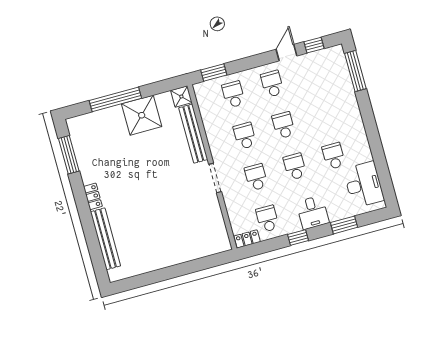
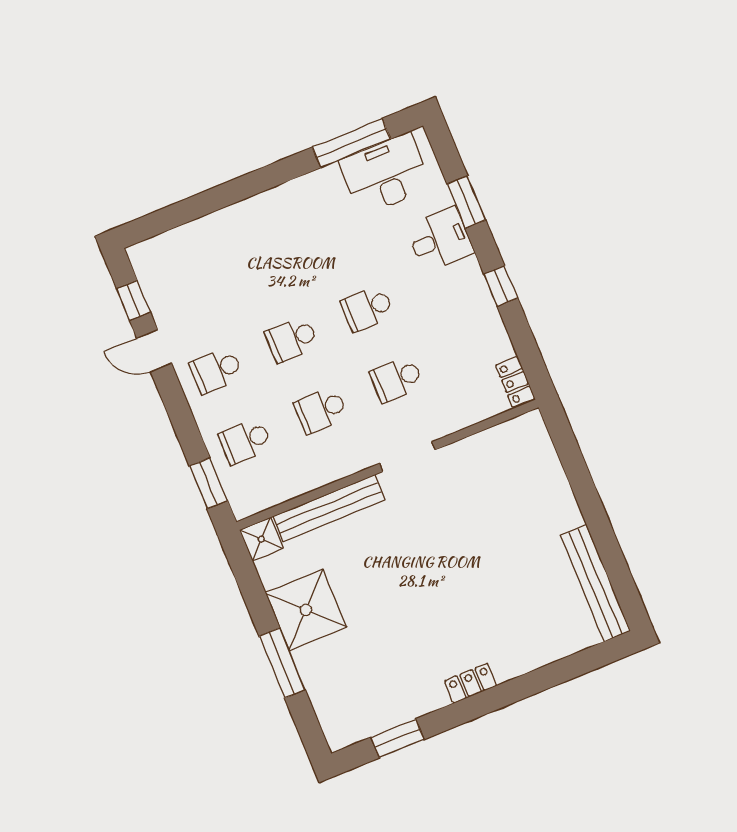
window: (355, 71) -> (351, 143), moved
window: (115, 99) -> (282, 663), width x0.68
window: (69, 155) -> (398, 738), width x0.69
school desk: (334, 156) -> (338, 238), removed
desk: (313, 212) -> (440, 239), moved
school desk: (267, 219) -> (472, 348), removed
bench: (105, 239) -> (595, 583), moved, turned 90

